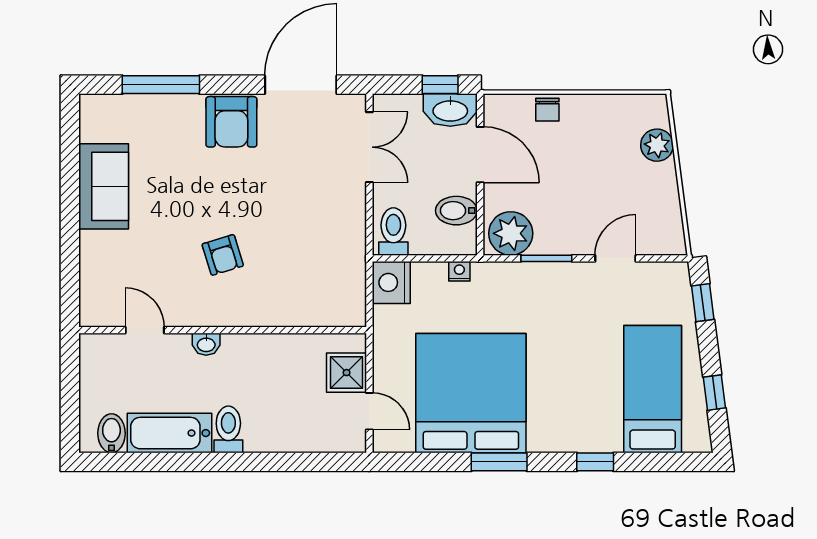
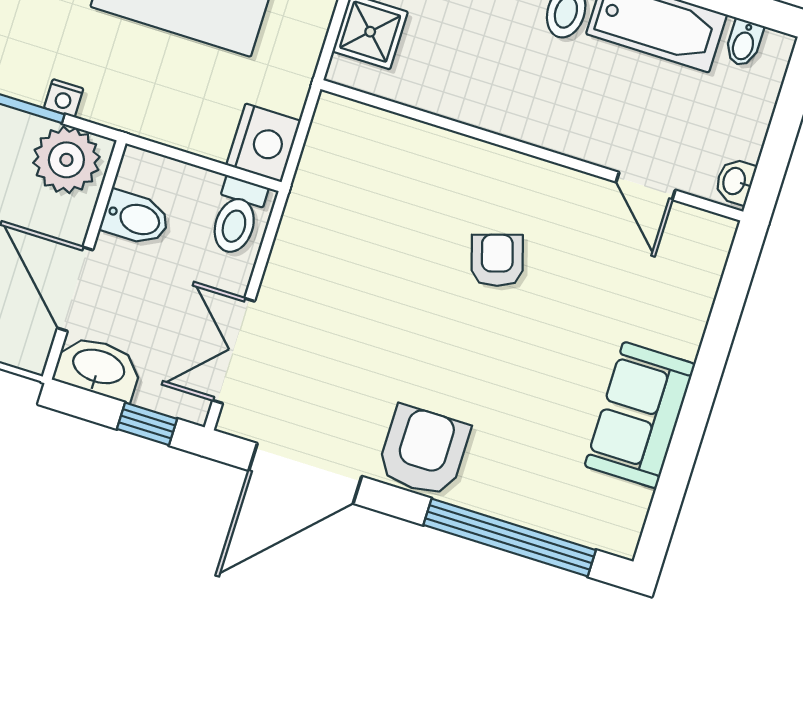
window: (161, 85) -> (510, 537), width x1.46
window: (440, 85) -> (147, 424), moved
nightstand: (459, 271) -> (64, 98), moved
washbasin: (206, 344) -> (735, 181), moved, turned -90
bidet: (111, 433) -> (744, 43), width x0.72, depth x0.74

